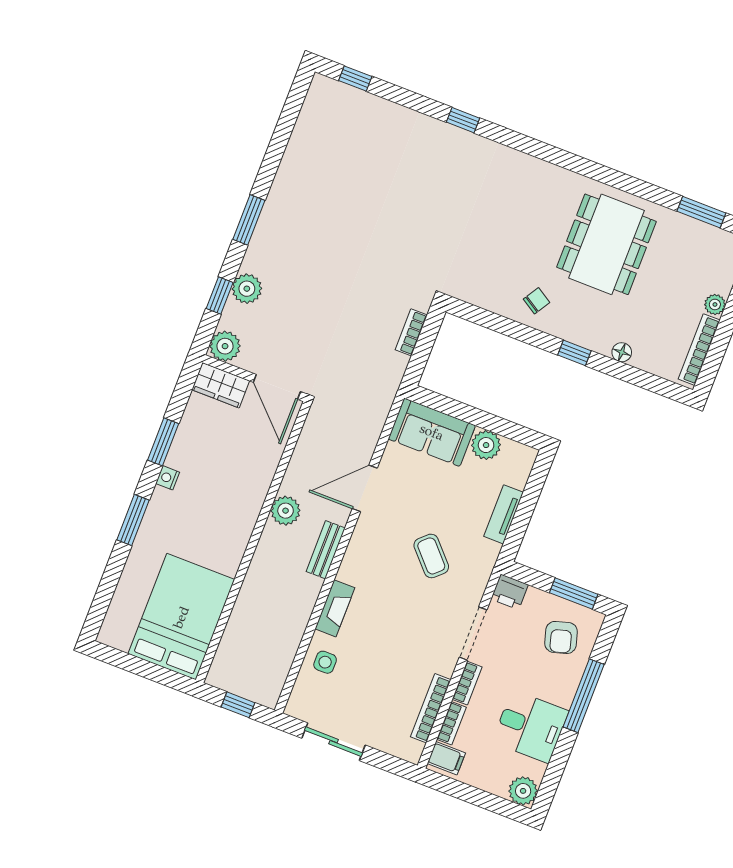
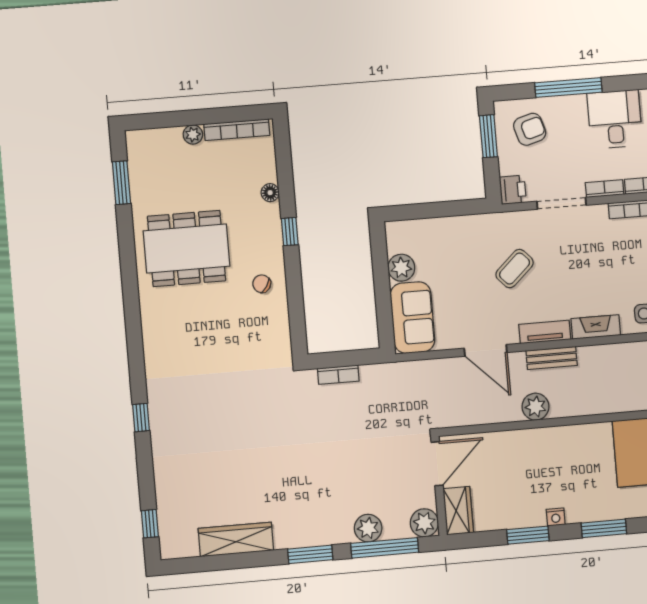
wardrobe: (299, 155) -> (236, 539), added
window: (220, 296) -> (385, 548), width x2.17
tv unit: (503, 514) -> (545, 332), moved, turned 180

